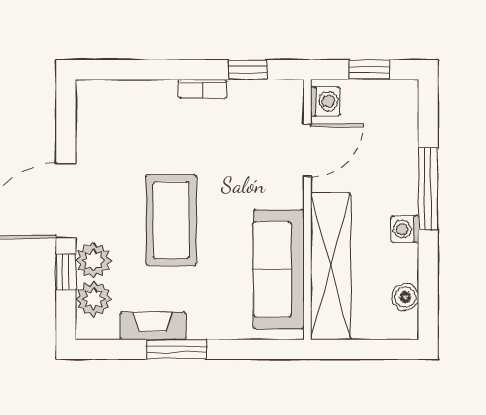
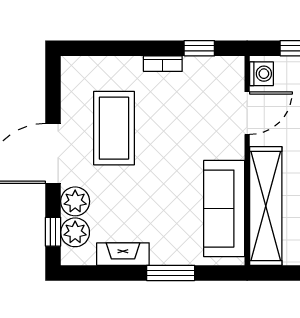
coffee table: (171, 220) -> (114, 128), moved
window: (66, 272) -> (53, 232), moved
window: (176, 349) -> (171, 273), moved

